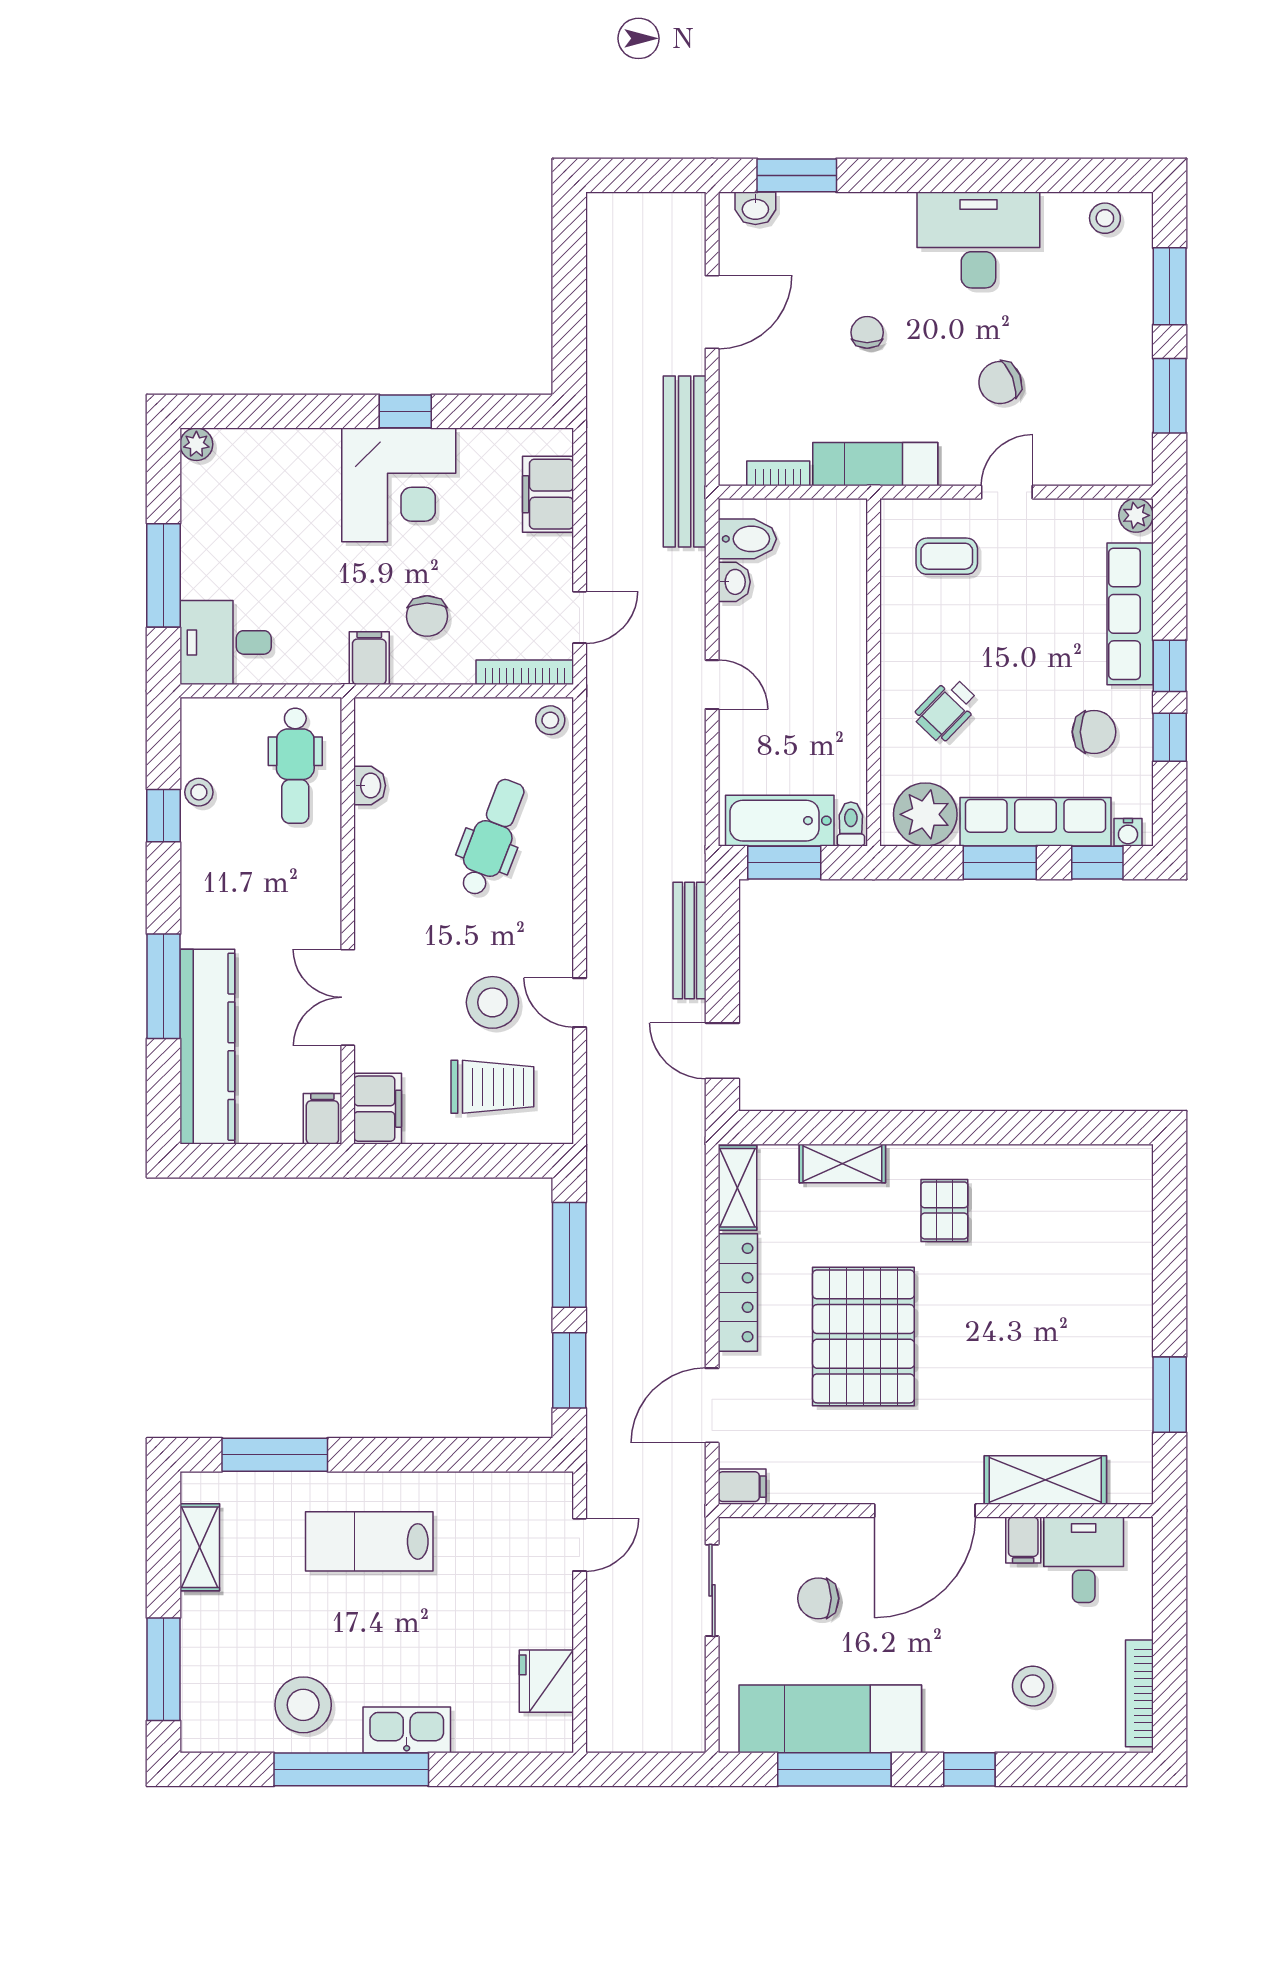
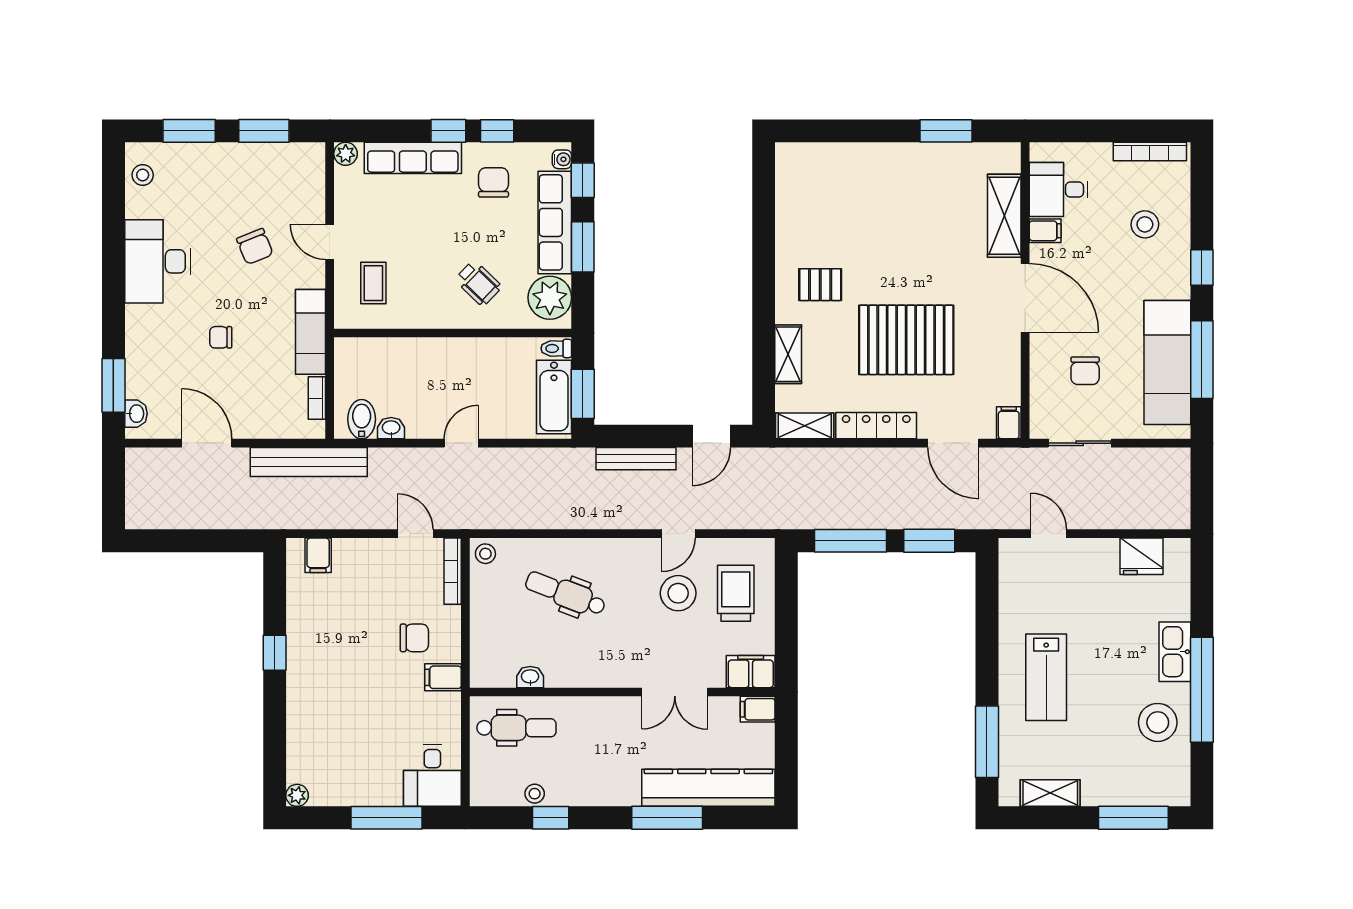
corner desk: (399, 485) -> (325, 657), removed
filing cabinet: (548, 494) -> (318, 555), width x0.50

